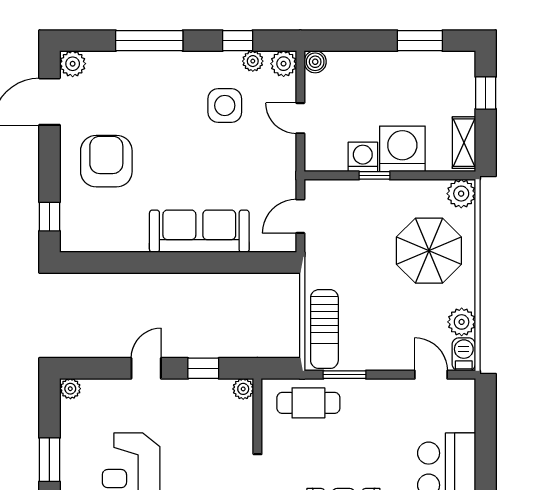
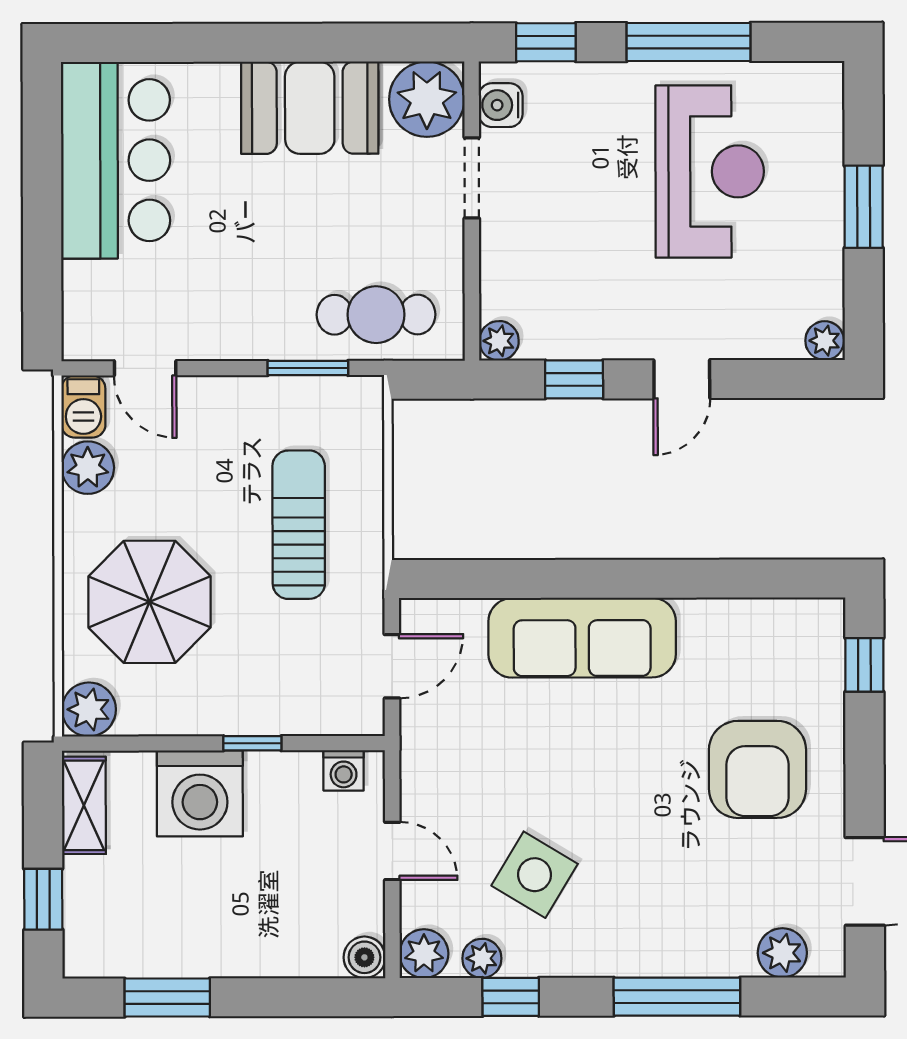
plant: (73, 64) -> (782, 953), moved
side table: (225, 105) -> (535, 875), turned 31
washing machine: (363, 157) -> (344, 770), moved, width x0.73, depth x0.73
sun lounger: (324, 329) -> (299, 525), moved

